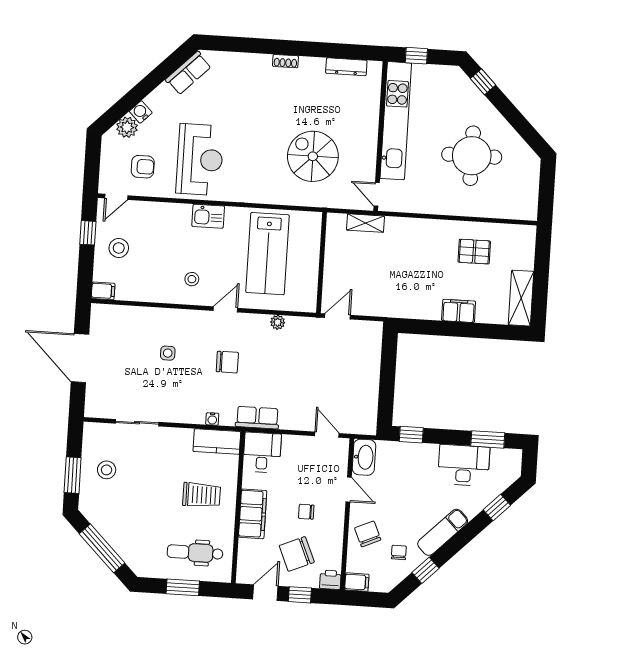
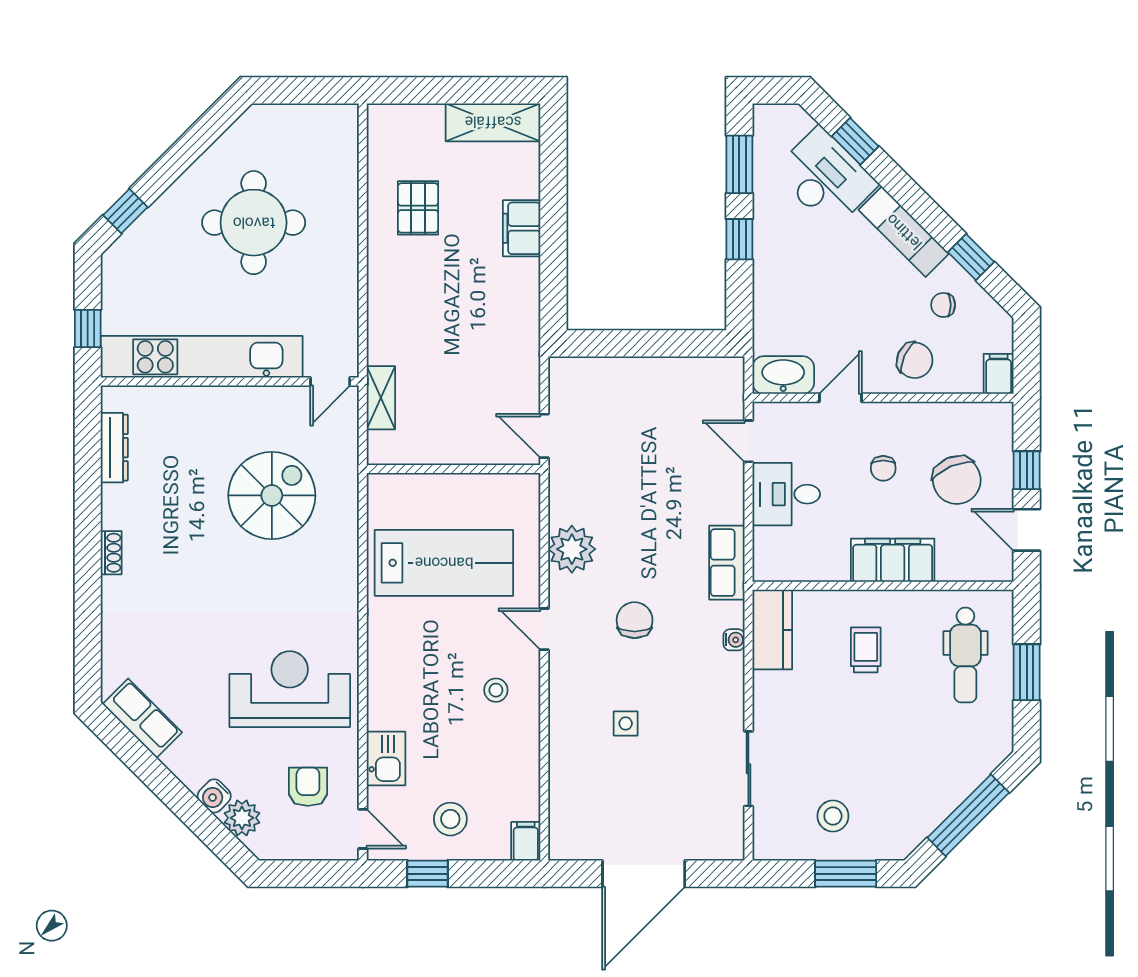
spiral stairs: (313, 156) -> (272, 495), turned 180
kitchen sink: (208, 216) -> (386, 759), moved
plant: (278, 322) -> (572, 549), width x1.88, depth x1.88
door: (327, 435) -> (748, 441), hinge flipped
window: (411, 435) -> (739, 239), moved
desk: (262, 452) -> (786, 494), moved
desk: (464, 465) -> (826, 178), moved, turned 135
trolley: (202, 495) -> (866, 650), width x0.73, depth x0.72
chair: (368, 534) -> (915, 360), turned -132
printer: (330, 580) -> (998, 419), removed

